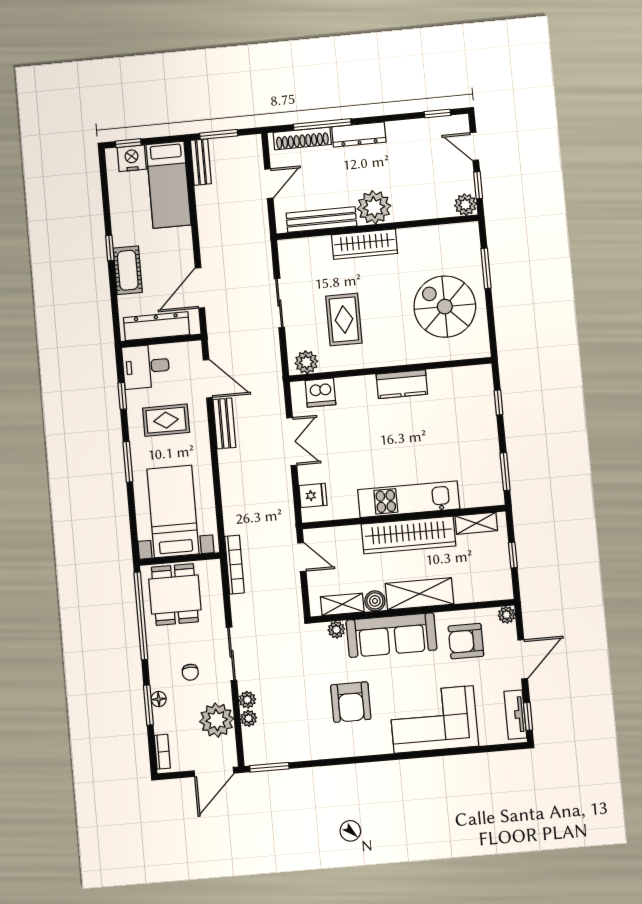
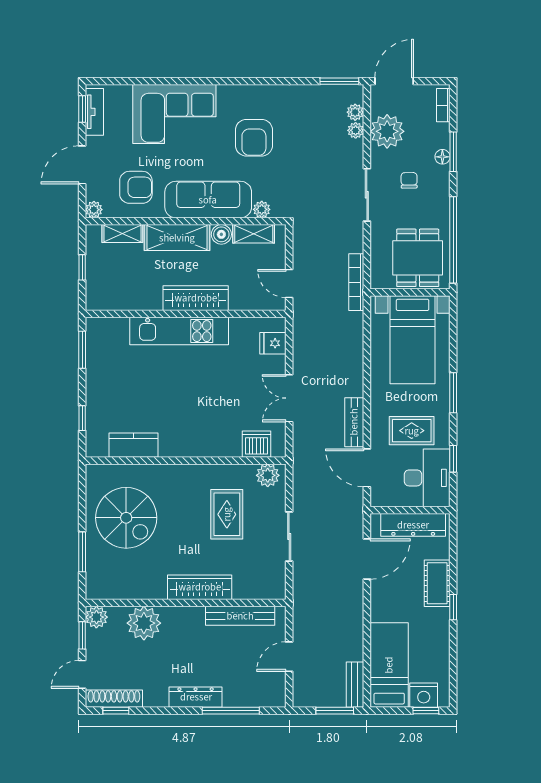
shoe rack: (302, 138) -> (114, 699), moved
door: (474, 146) -> (82, 674), swing flipped
plant: (374, 207) -> (144, 623), moved
desk: (146, 366) -> (427, 478), width x1.37
kitchen counter: (402, 384) -> (134, 445), moved
shelving: (476, 523) -> (122, 234), moved
wardrobe: (408, 535) -> (196, 298), width x0.71, depth x0.85
plant: (247, 700) -> (355, 112), moved
armchair: (351, 702) -> (254, 138), turned 180

